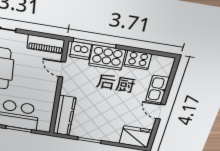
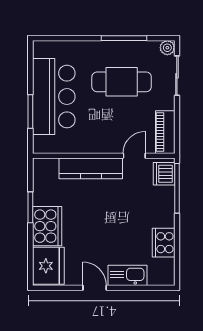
cooker: (107, 58) -> (47, 226), moved, turned 180
door: (160, 112) -> (95, 288), hinge flipped
kitchen counter: (64, 116) -> (91, 168), moved

